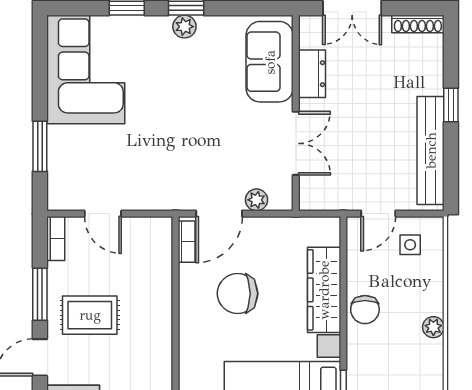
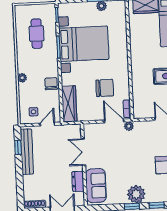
plant: (184, 27) -> (136, 194), width x1.88, depth x1.88
window: (451, 105) -> (18, 147), moved
plant: (256, 200) -> (129, 126), moved
door: (219, 214) -> (114, 121), hinge flipped
wardrobe: (324, 290) -> (69, 104), moved

